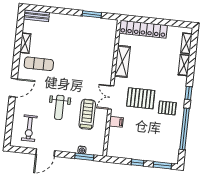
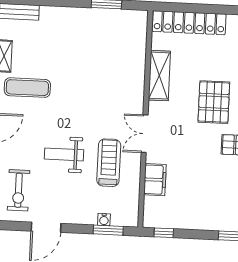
pallet: (141, 98) -> (214, 102), moved, turned 90
weight bench: (59, 107) -> (64, 154), turned 90
filing cabinet: (116, 122) -> (155, 180), width x2.00
window: (137, 163) -> (164, 233), moved

